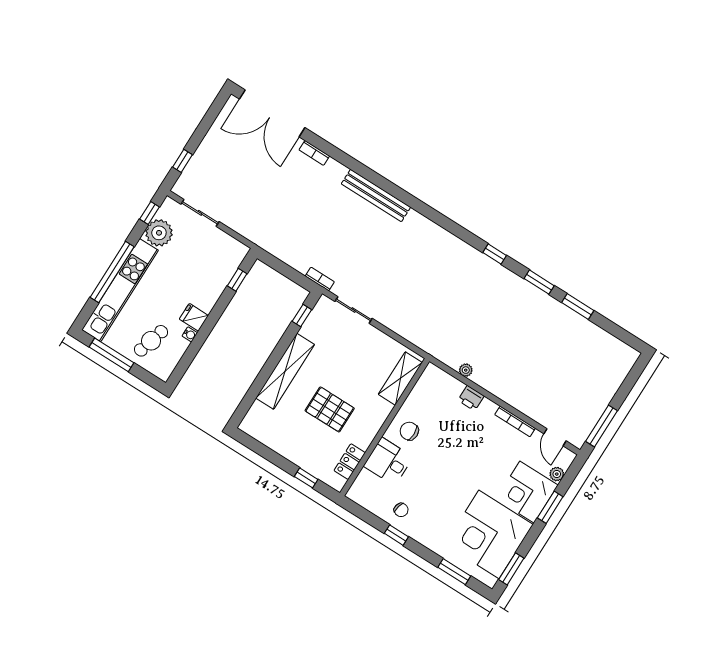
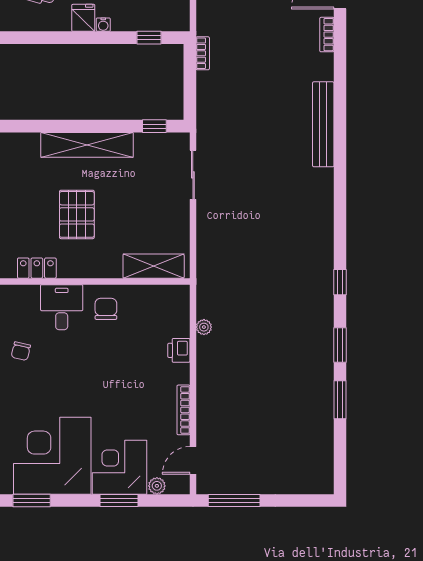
bookcase: (320, 279) -> (203, 53), moved
water cooler: (190, 334) -> (103, 25), moved

